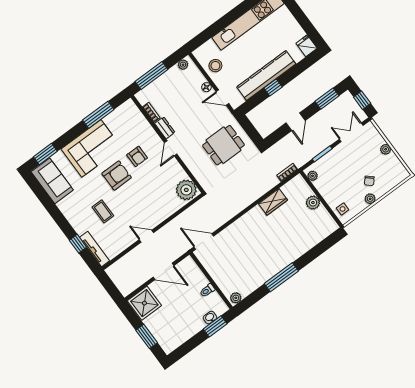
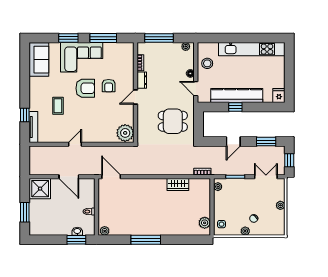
window: (45, 154) -> (68, 38), moved
plant: (313, 203) -> (205, 223), moved
door: (146, 236) -> (75, 144), hinge flipped

